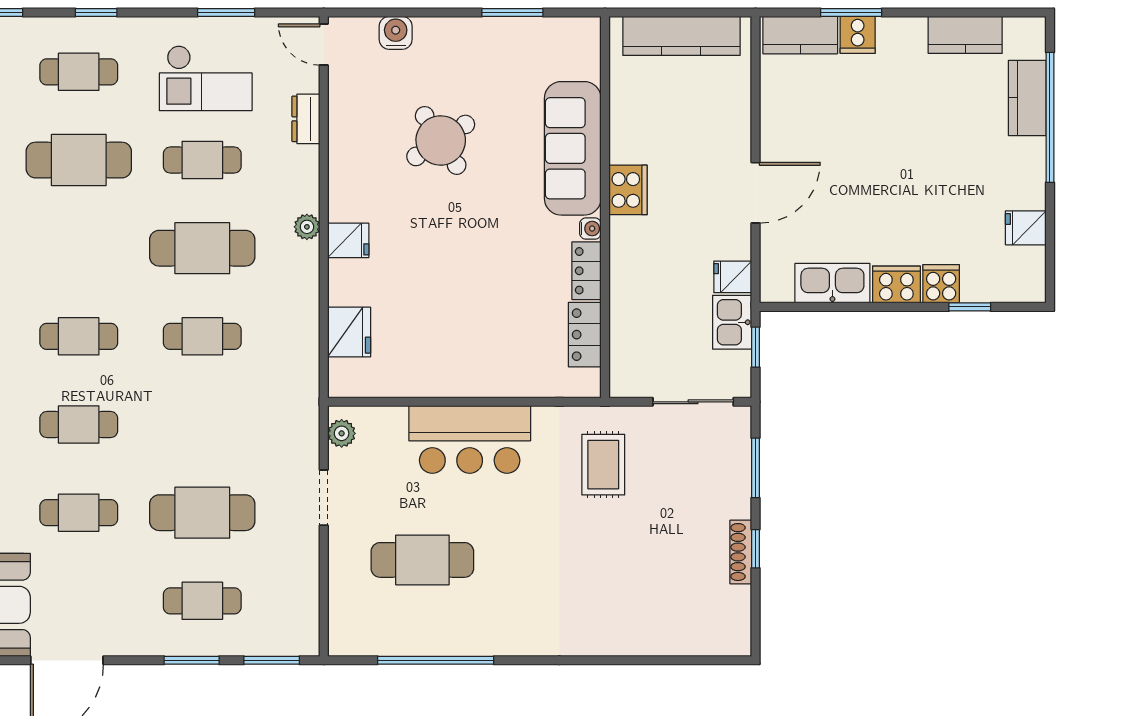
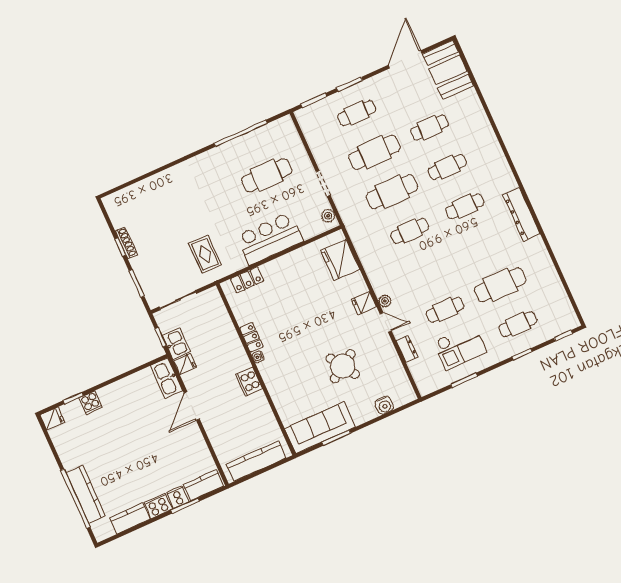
door: (324, 45) -> (386, 322), moved
checkout: (206, 78) -> (460, 347), turned 180
kitchen counter: (1027, 98) -> (86, 494), width x1.50
sofa: (573, 148) -> (320, 428), moved, turned -90
fridge: (1026, 228) -> (52, 419), moved
cafe table: (202, 248) -> (392, 192), moved
kitchen sink: (832, 283) -> (167, 378), moved, turned 90
cooker: (896, 285) -> (158, 506), moved, turned 180
fridge: (349, 332) -> (340, 260), width x1.36, depth x1.34
locker: (585, 335) -> (247, 280), moved, turned 90

